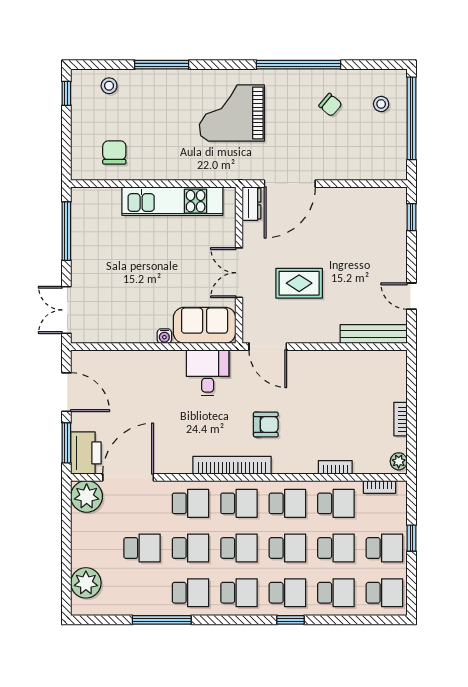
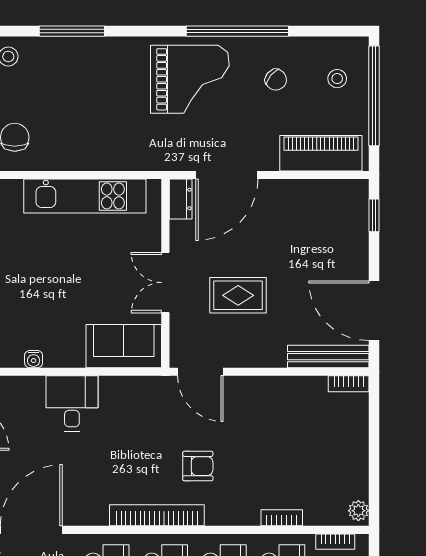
grand piano: (232, 113) -> (190, 79), moved, turned 180
piano: (368, 166) -> (321, 153), added
door: (412, 296) -> (374, 311), width x1.88
water cooler: (164, 336) -> (34, 359), moved
desk: (208, 373) -> (72, 404), moved
bookcase: (401, 419) -> (349, 384), moved, turned -90

